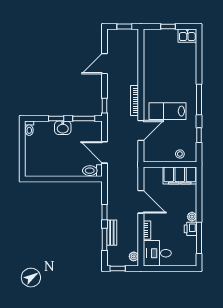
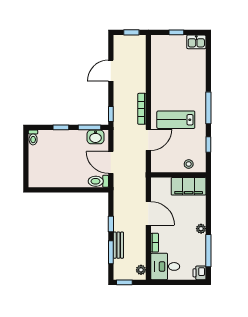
washbasin: (63, 128) -> (95, 137), moved
printer: (190, 229) -> (200, 273), moved

